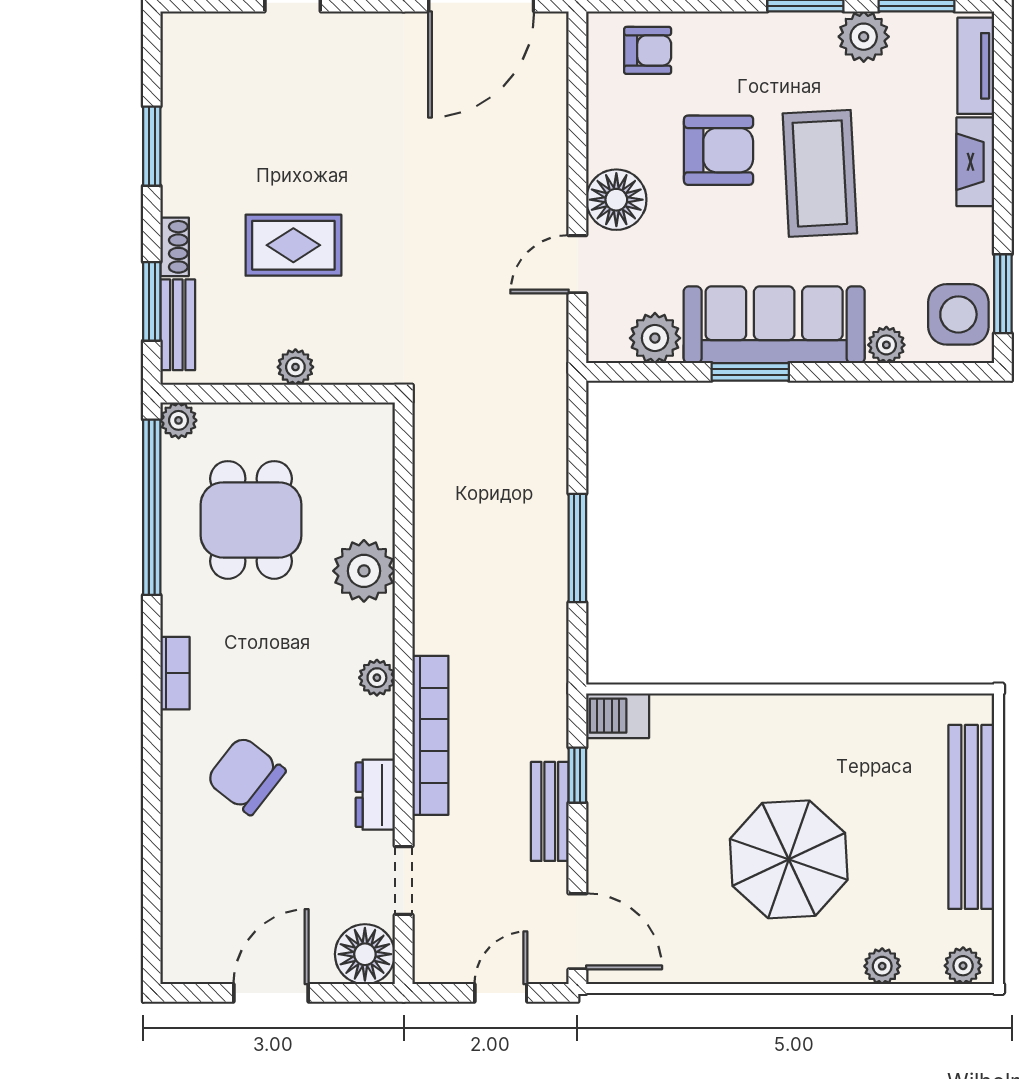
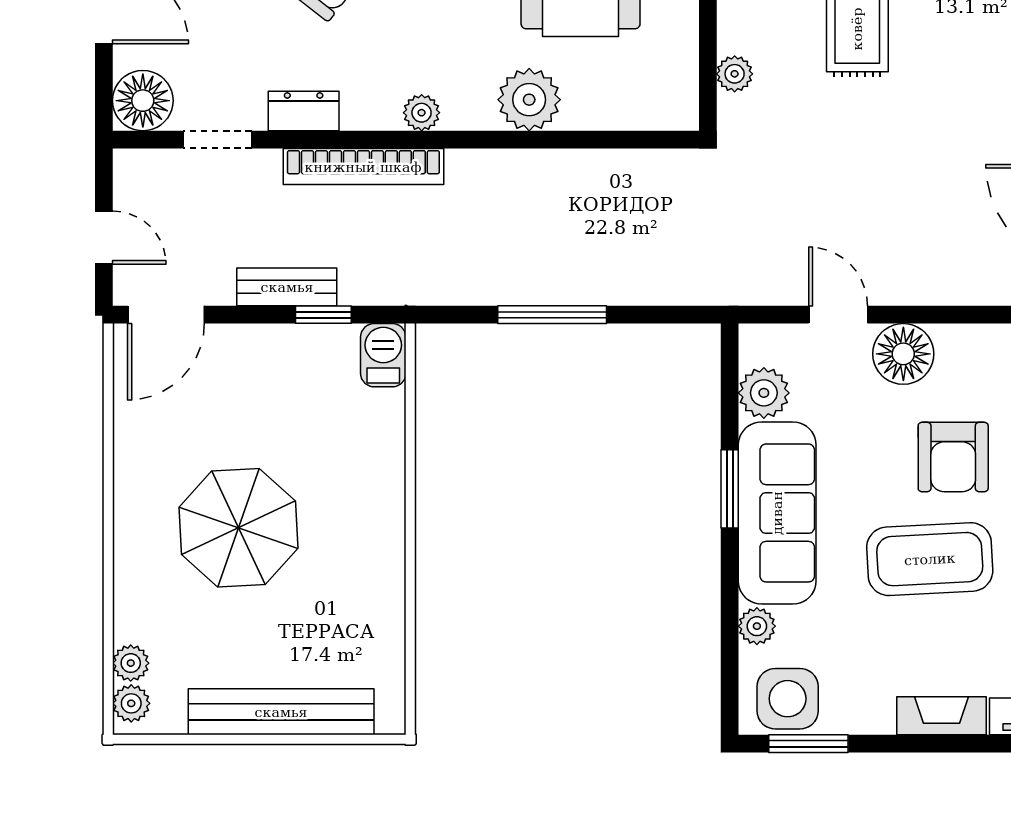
plant: (295, 367) -> (735, 74), moved
plant: (882, 966) -> (131, 663), moved

